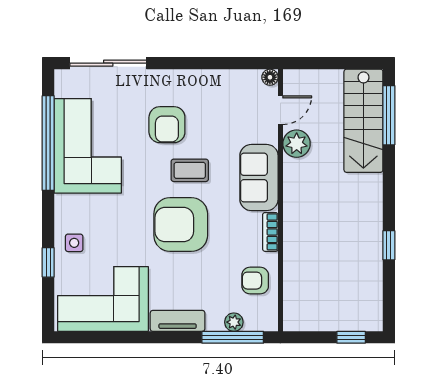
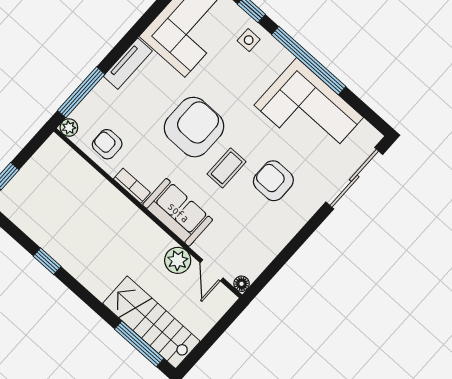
window: (48, 143) -> (309, 61), moved
armchair: (255, 281) -> (107, 144), turned -90
plant: (234, 322) -> (69, 128), moved

